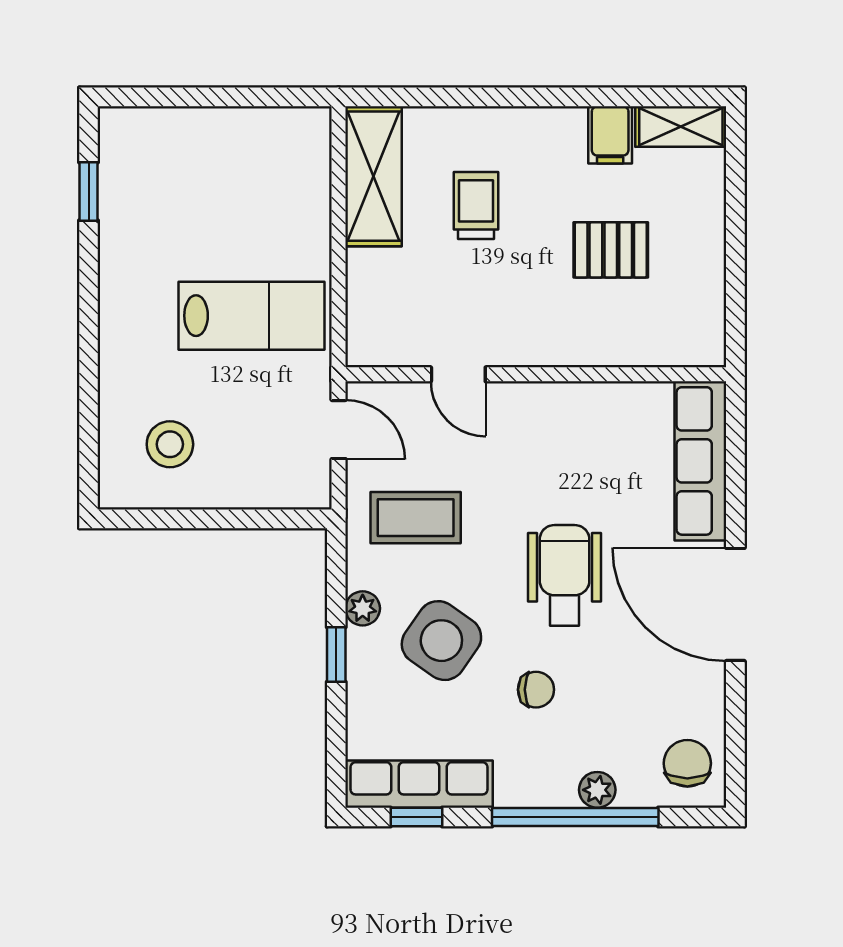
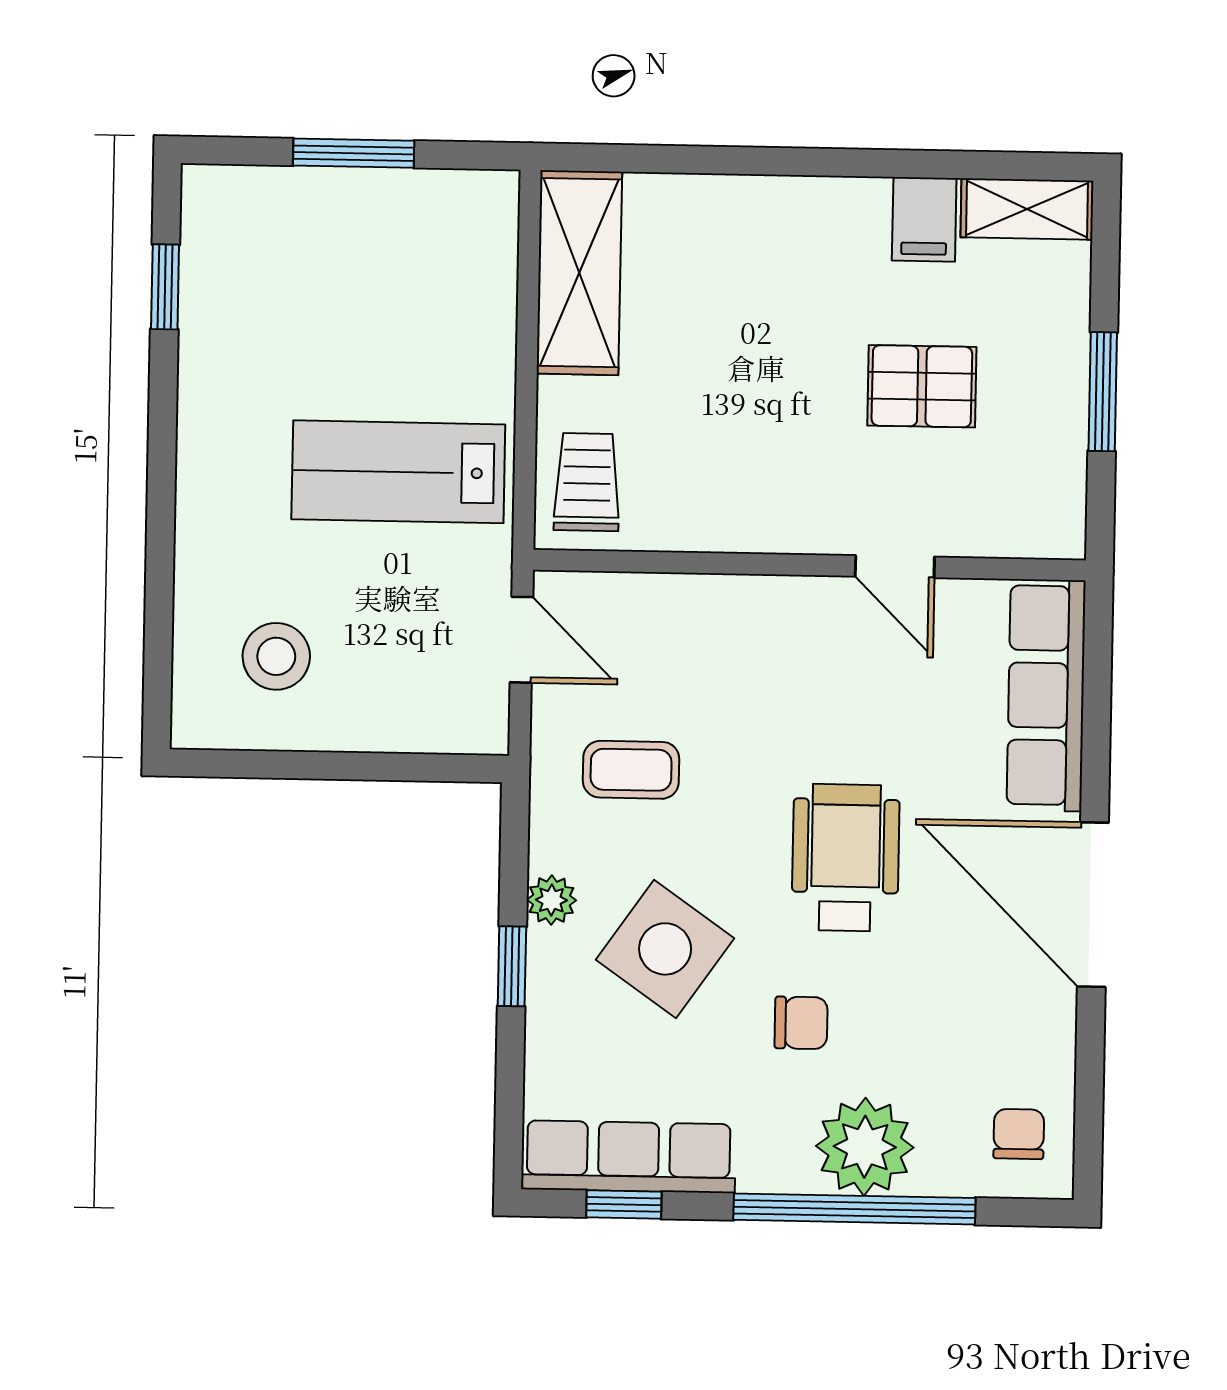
window: (217, 97) -> (354, 153), added
trolley: (476, 206) -> (587, 482), moved
window: (735, 251) -> (1103, 392), added
lab bench: (251, 316) -> (398, 472), turned 180
door: (458, 374) -> (895, 567), moved
coffee table: (416, 518) -> (631, 770), width x0.73, depth x0.77
chair: (687, 763) -> (1019, 1134), width x0.73, depth x0.73
plant: (597, 790) -> (865, 1147), width x1.87, depth x1.87

